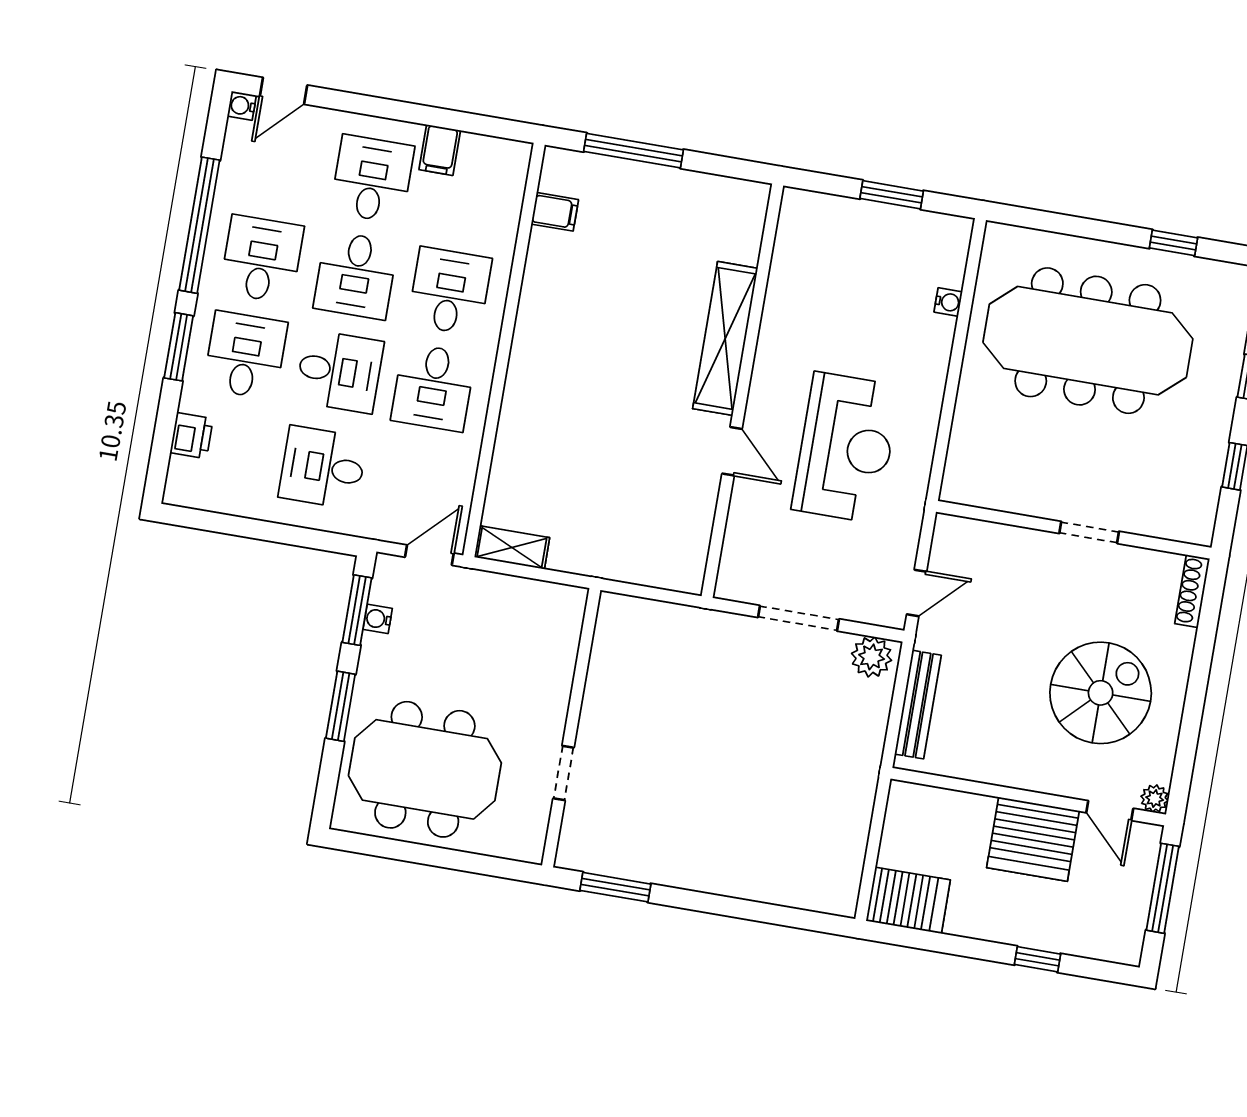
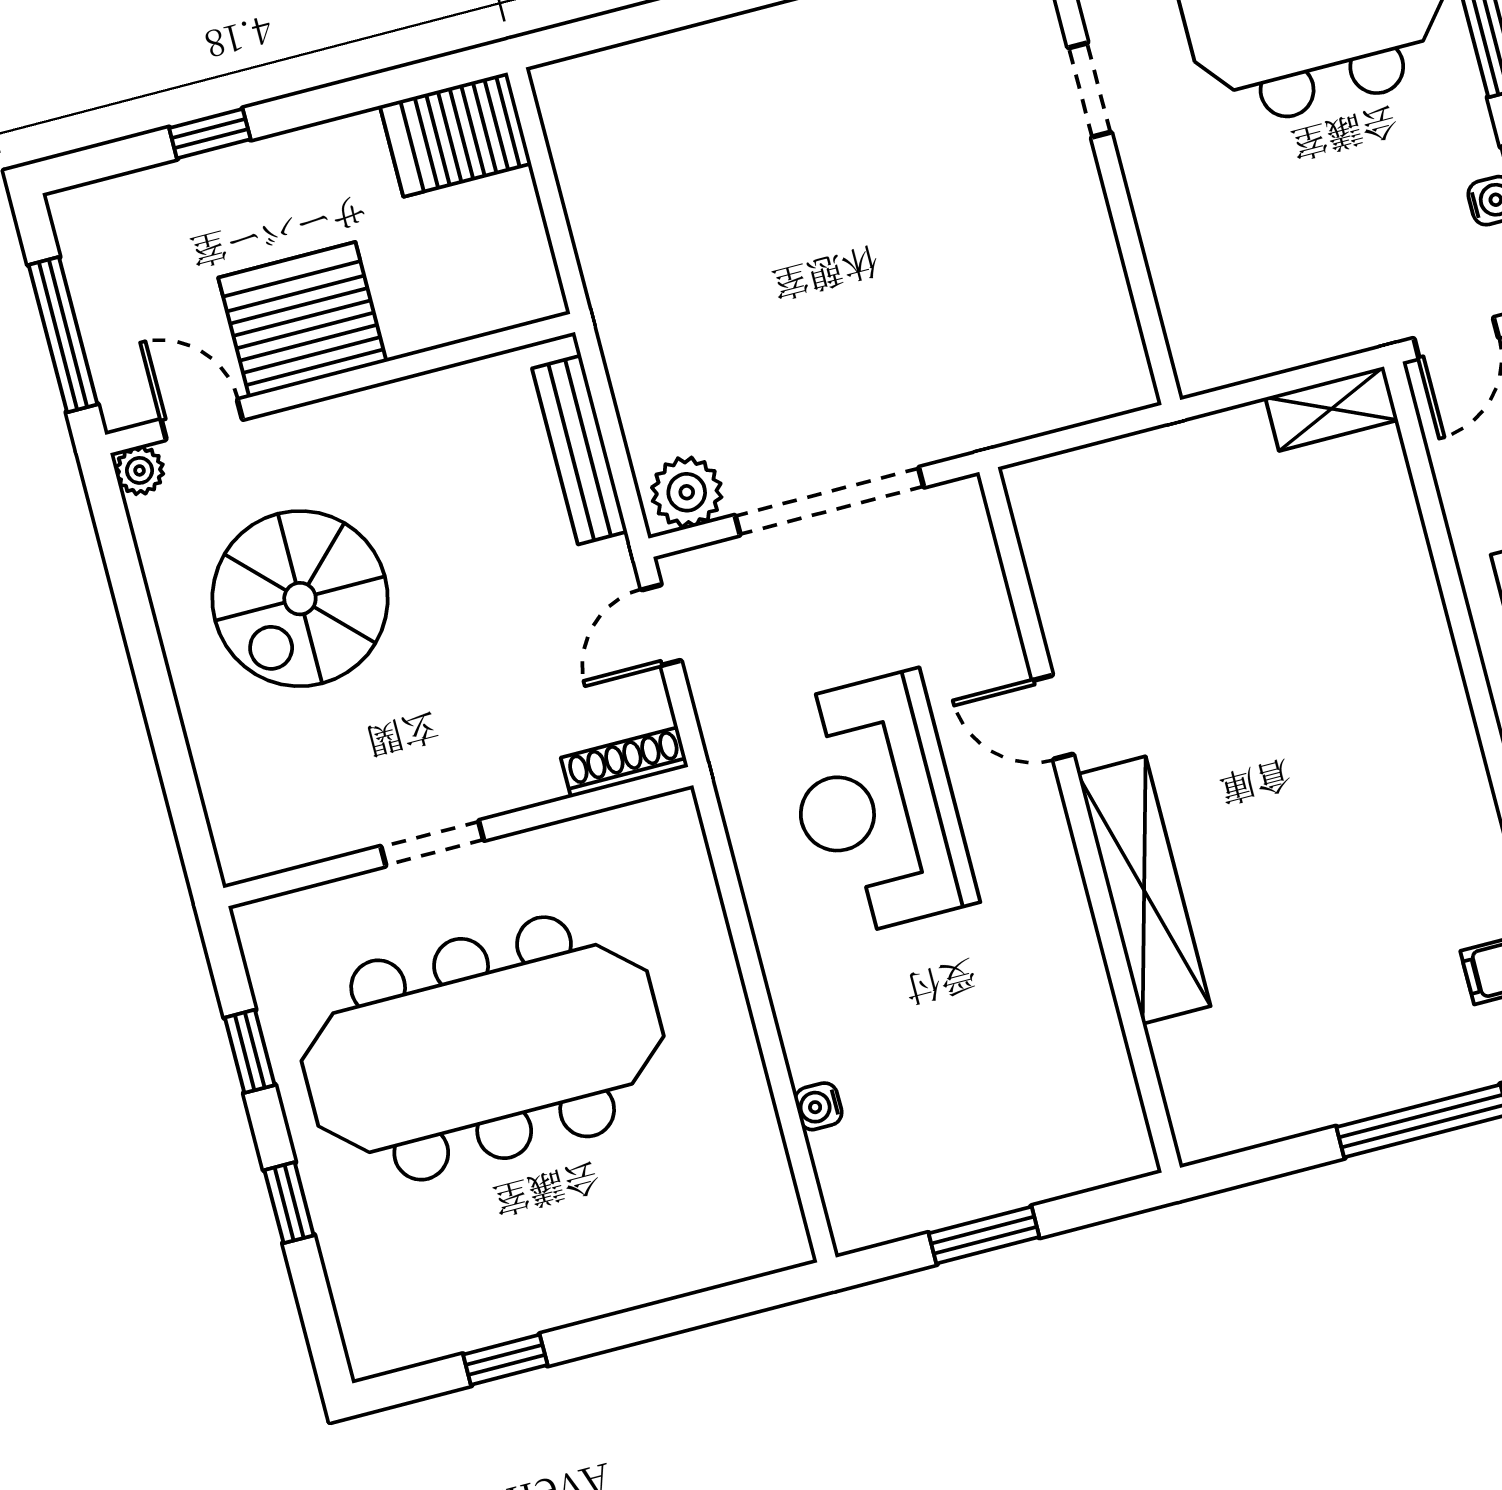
meeting table: (1088, 341) -> (483, 1048), moved
shoe rack: (1192, 591) -> (625, 762), moved, turned -90
doorway: (798, 618) -> (829, 501), width x1.36

